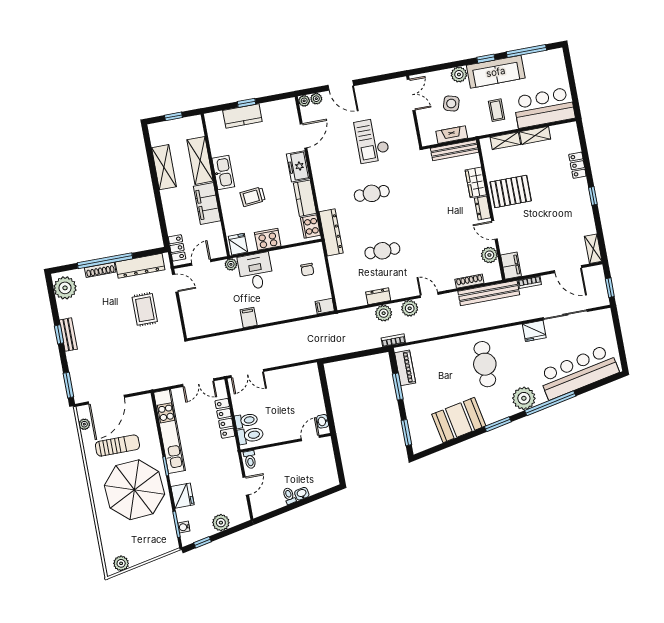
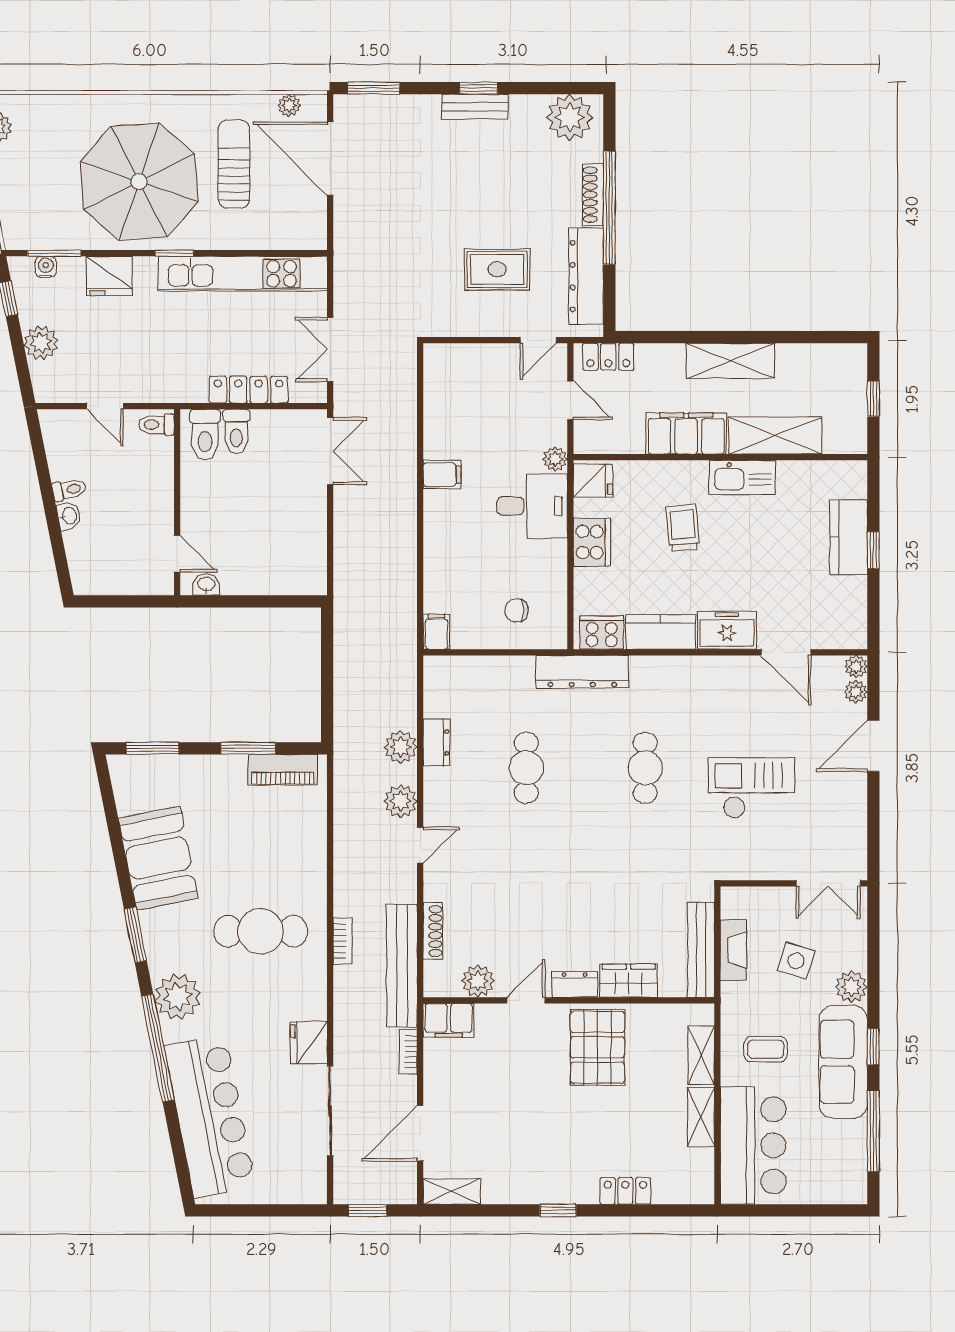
shelving: (164, 167) -> (730, 361), moved
bookcase: (393, 340) -> (343, 941), moved
double door: (247, 374) -> (330, 451), swing flipped
sun lounger: (117, 446) -> (234, 164), turned 180

